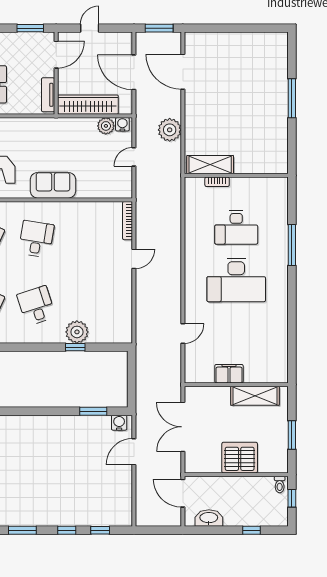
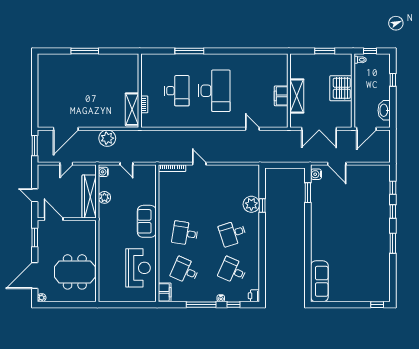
door: (134, 72) -> (66, 164), width x0.53
tv unit: (48, 95) -> (82, 225), removed
plant: (106, 126) -> (104, 197), moved
shelving: (255, 396) -> (297, 96), moved

